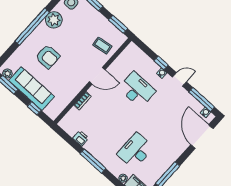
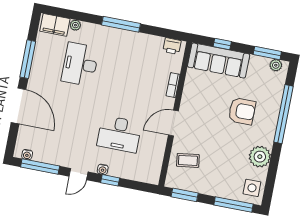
window: (32, 27) -> (284, 114), moved
armchair: (48, 57) -> (242, 111), turned 180
sofa: (32, 89) -> (219, 60), moved
door: (202, 137) -> (19, 106), moved
printer: (81, 138) -> (172, 46), moved
desk: (135, 151) -> (80, 64), turned 180

